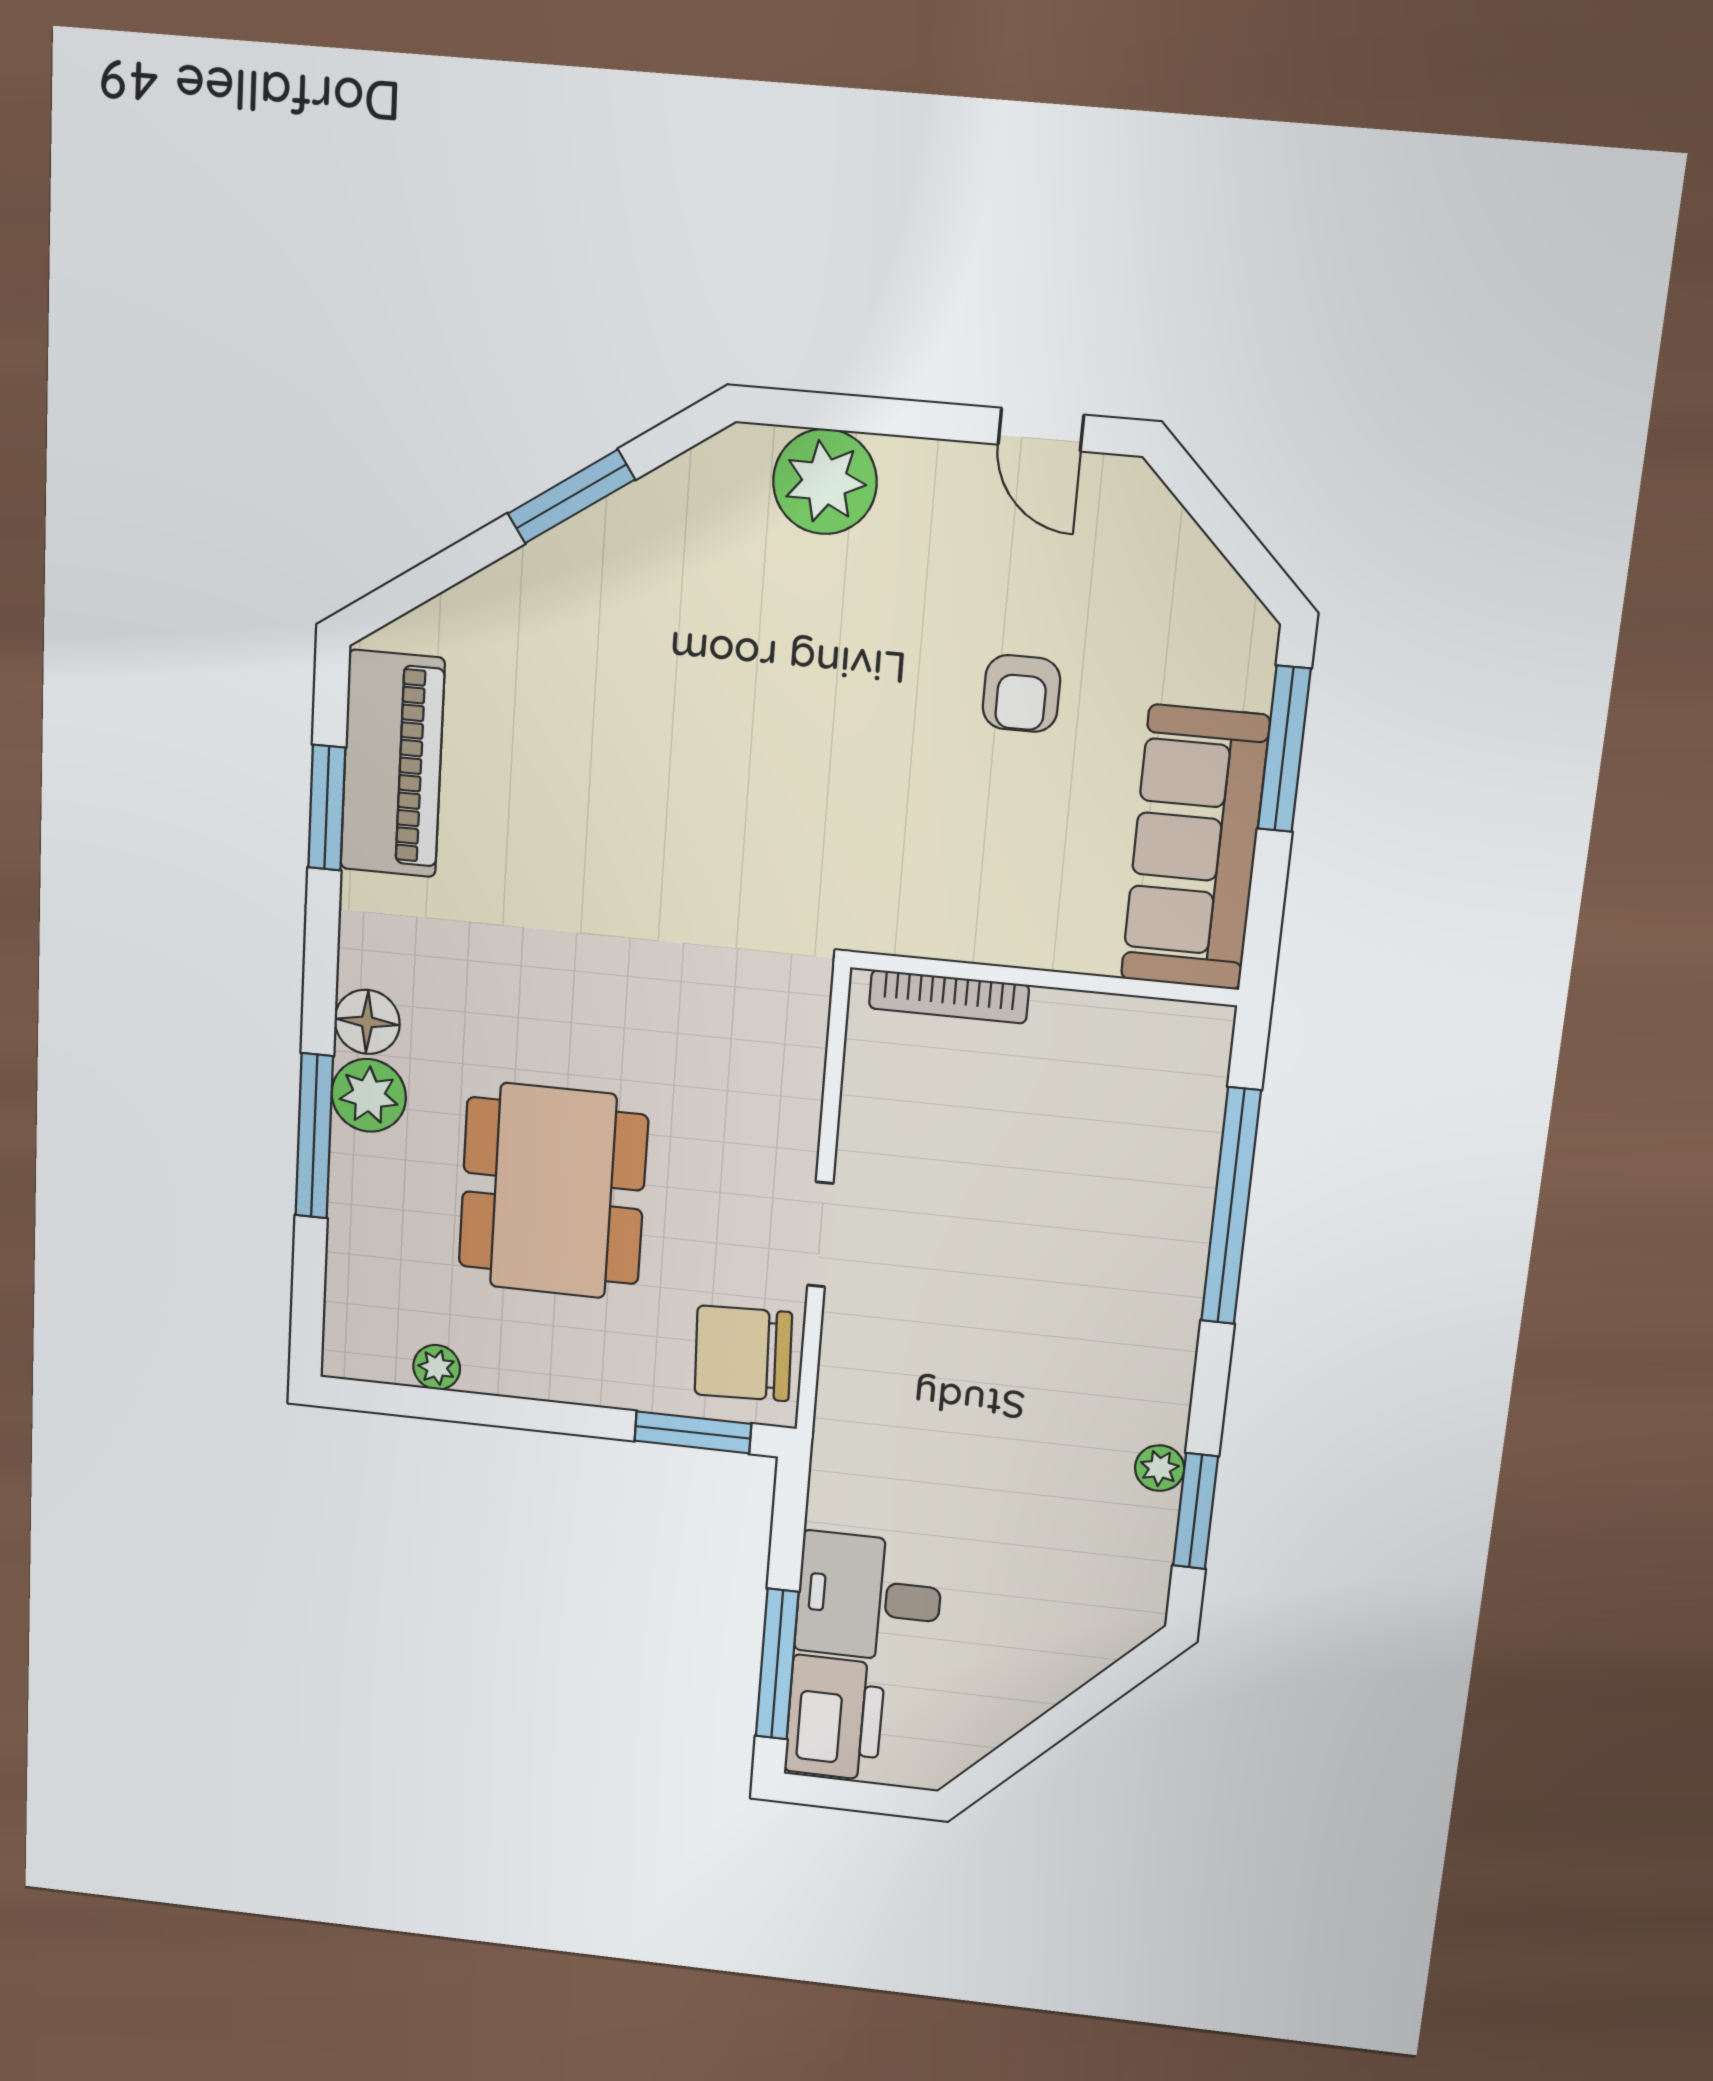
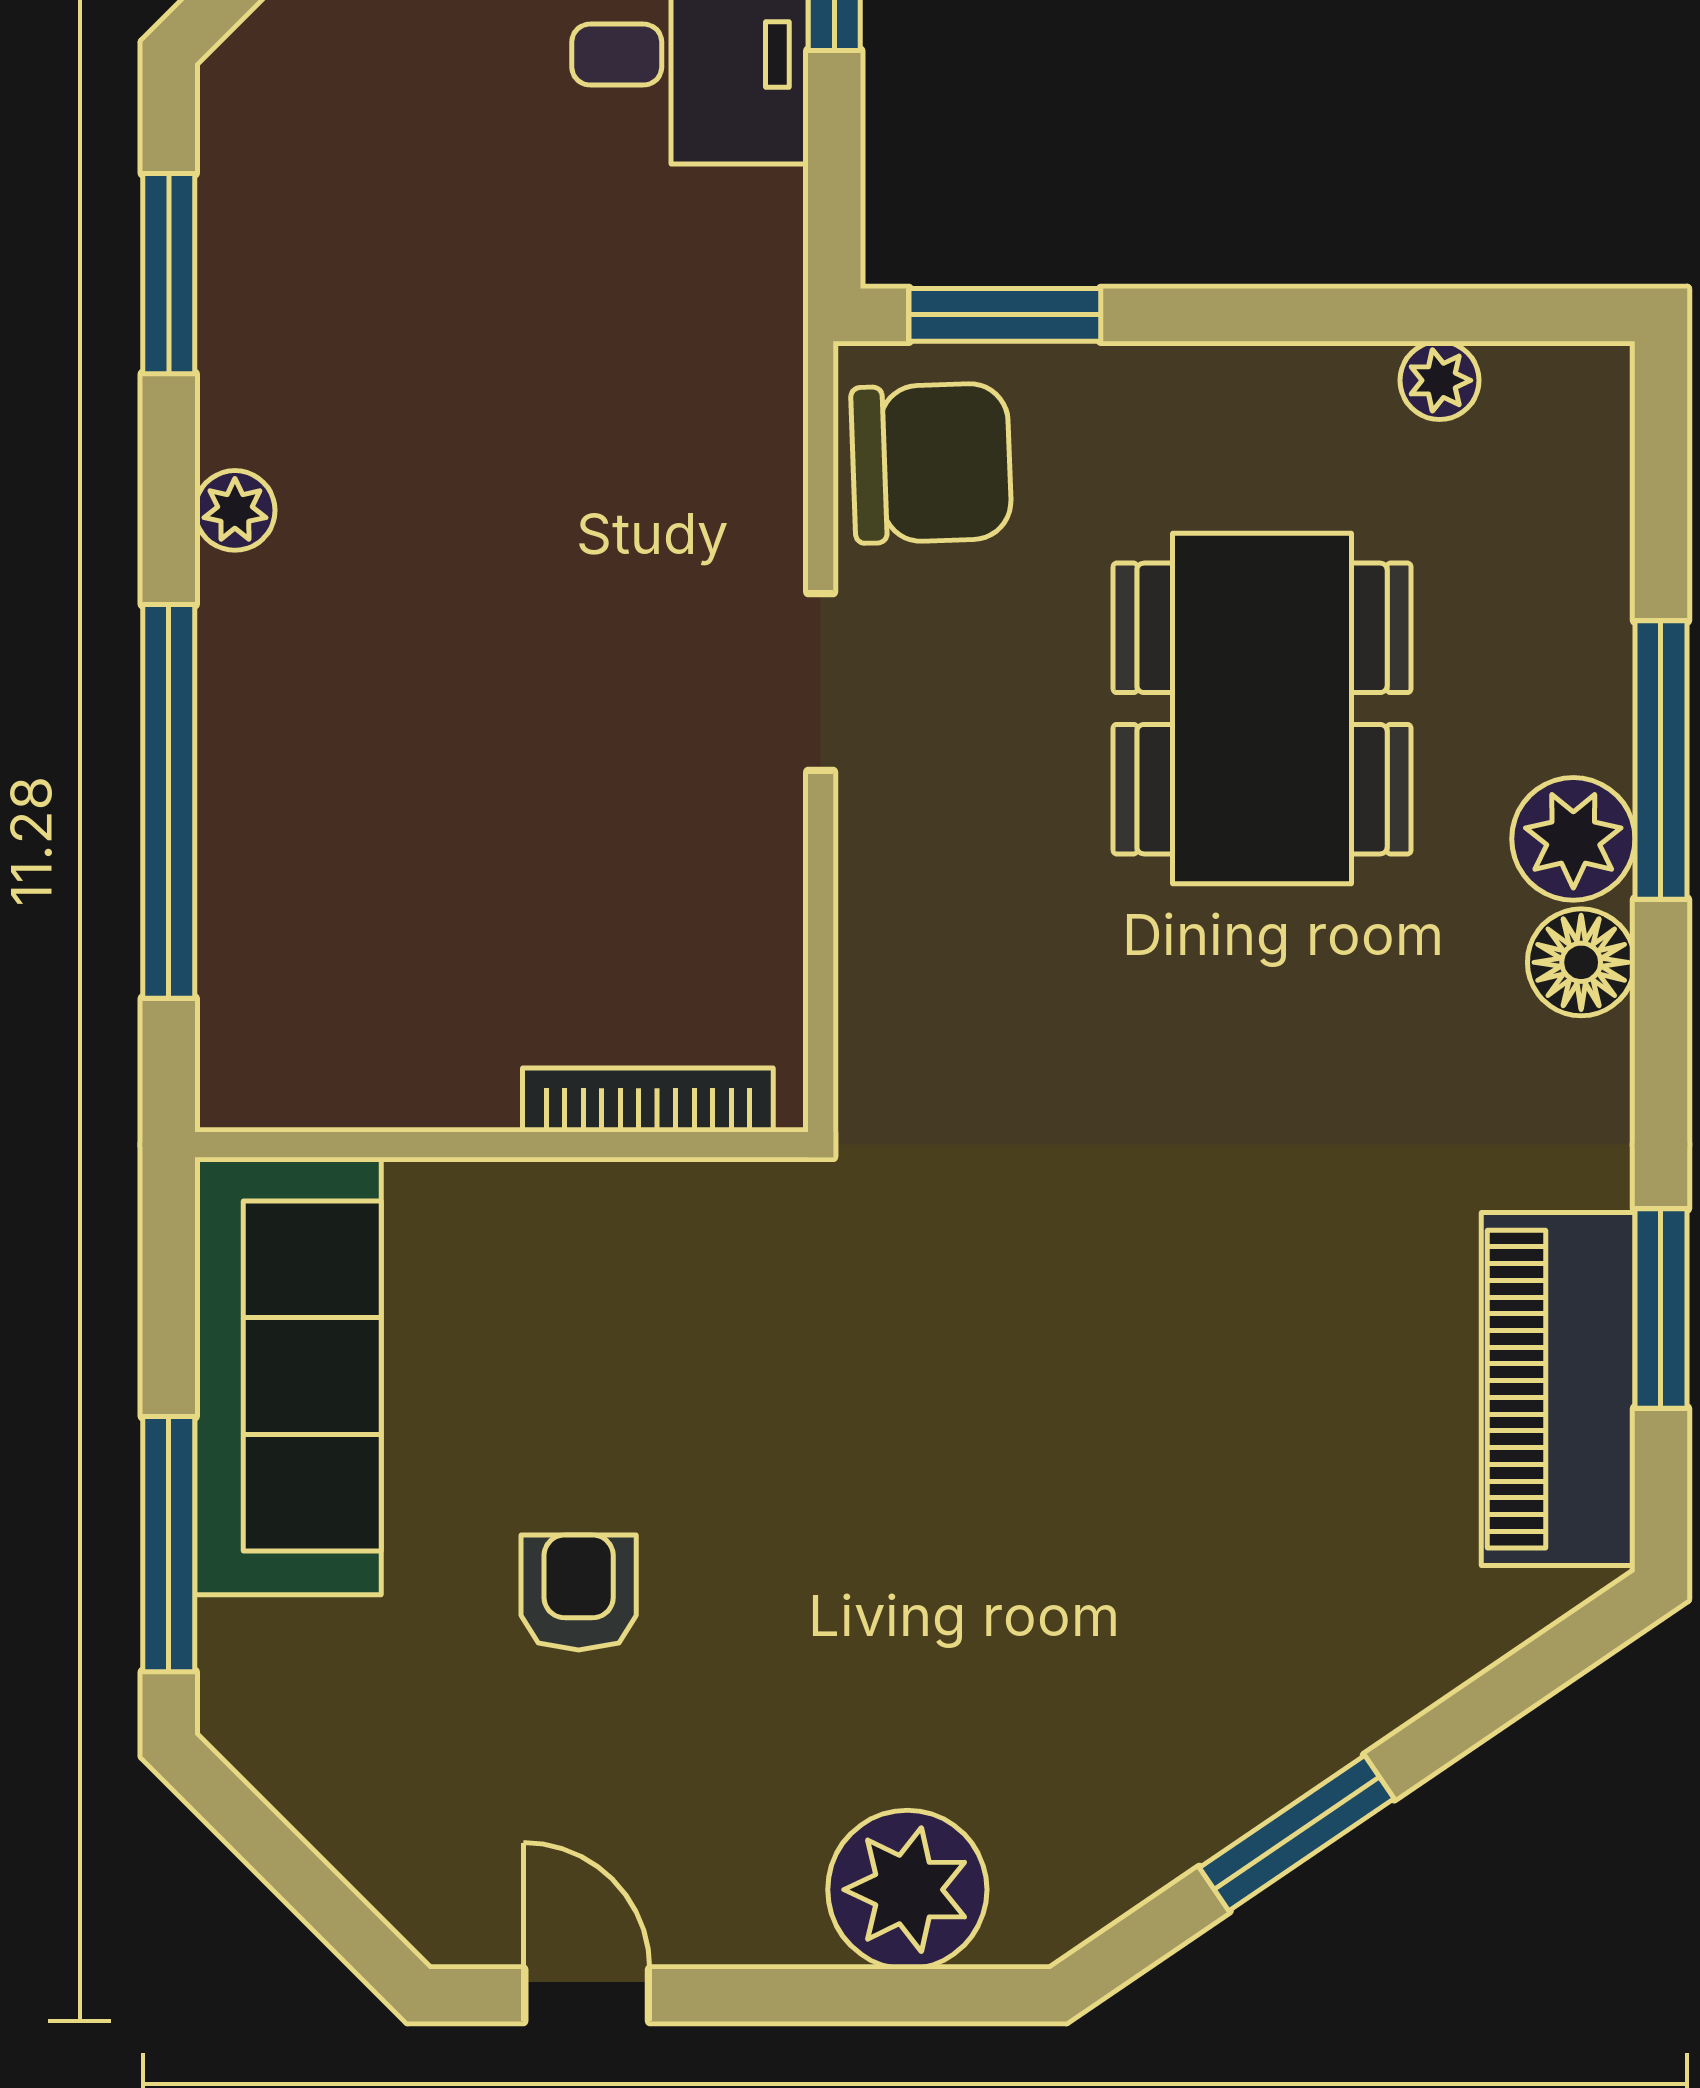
plant: (1160, 1468) -> (235, 510), moved

